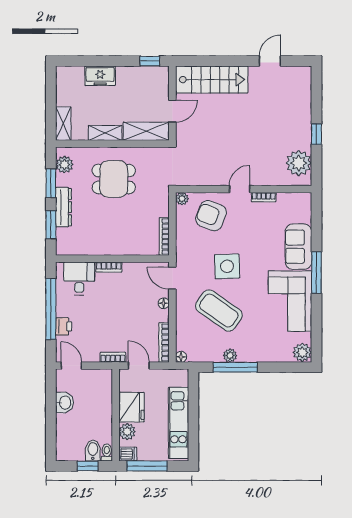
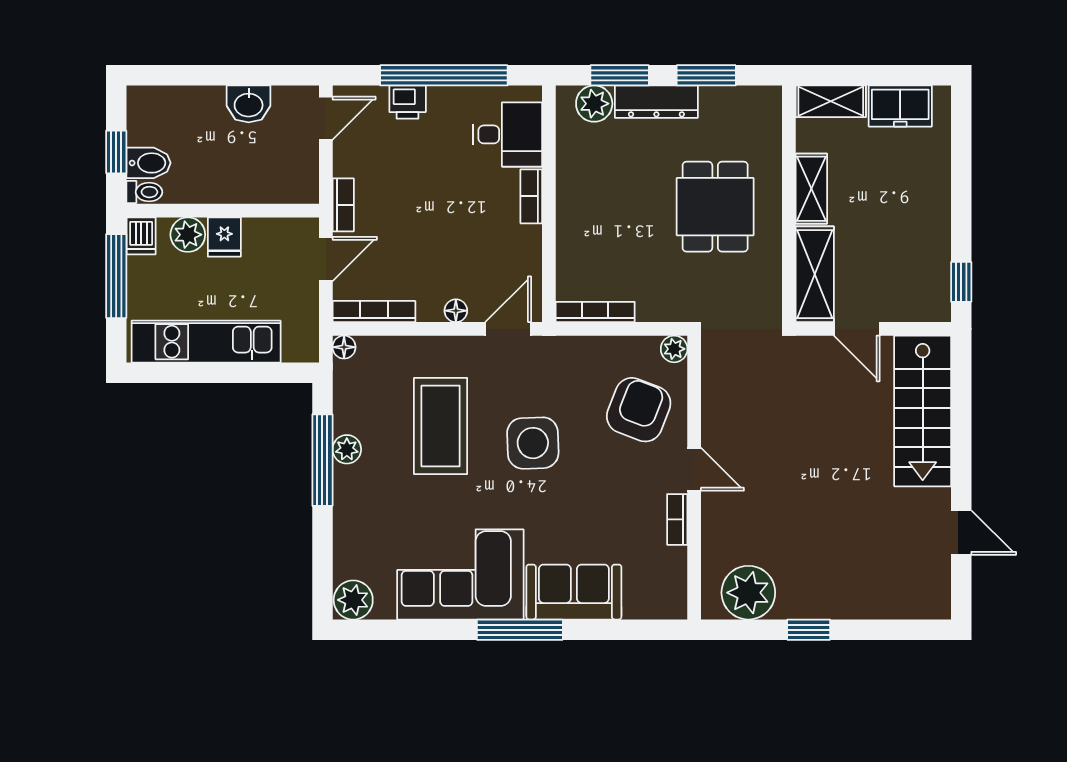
freezer: (100, 76) -> (900, 106), moved, turned -90
plant: (64, 165) -> (594, 104), moved
coffee table: (219, 311) -> (441, 426), turned -35
fridge: (131, 407) -> (224, 237), width x0.53, depth x0.75

